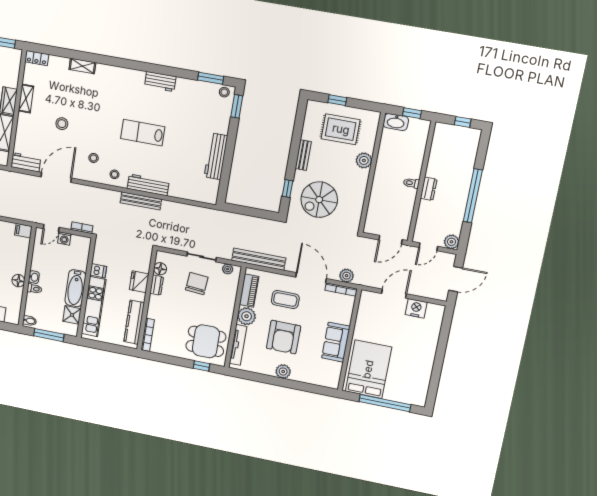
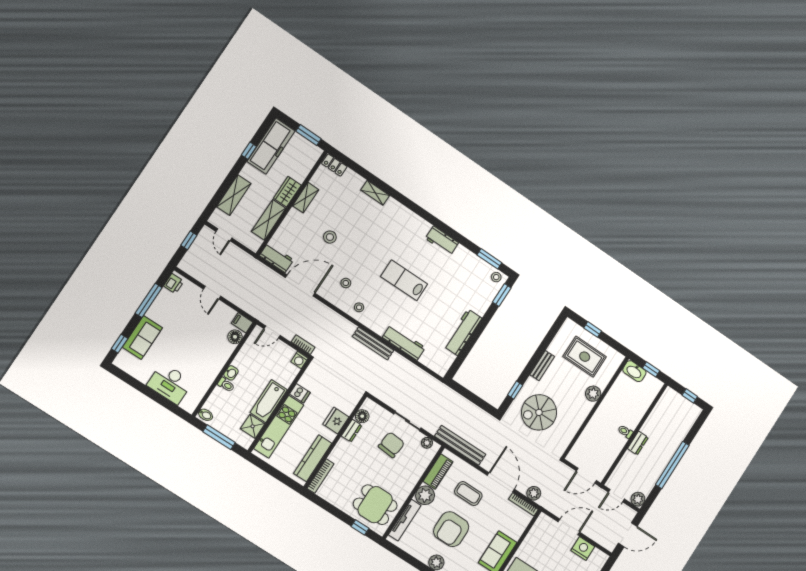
workbench: (148, 185) -> (404, 342), moved
washing machine: (64, 238) -> (299, 360), moved
floor lamp: (18, 281) -> (235, 337), moved

